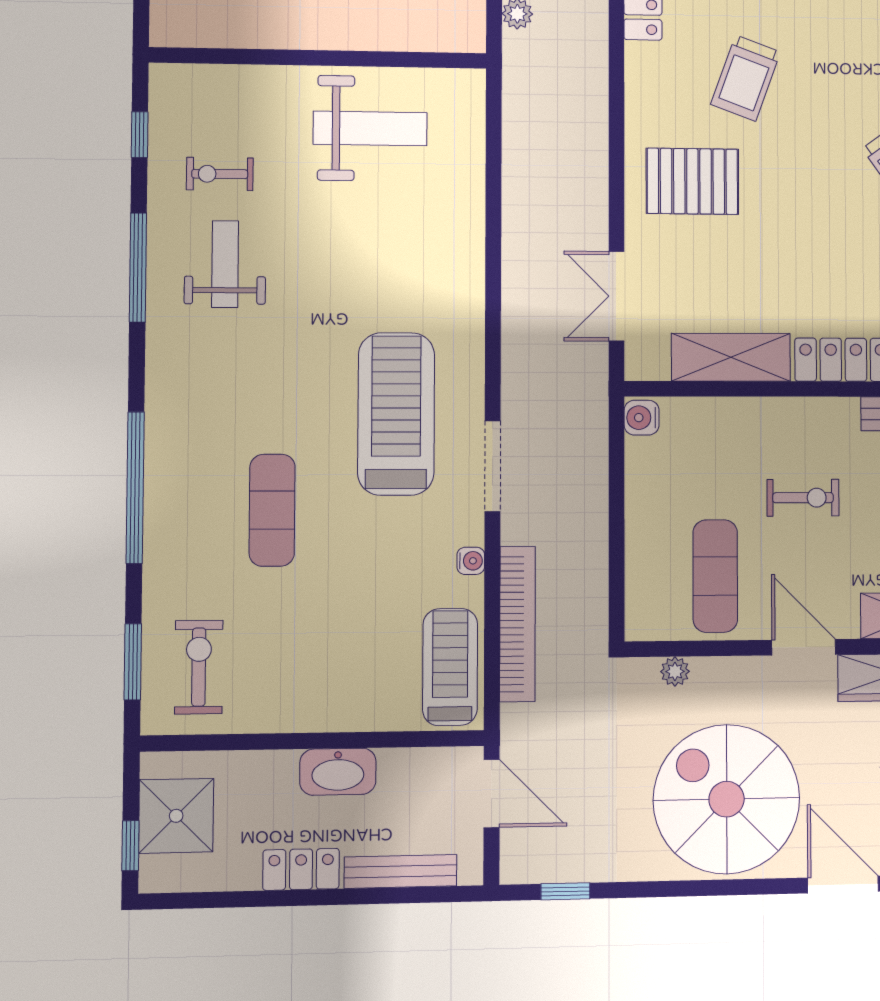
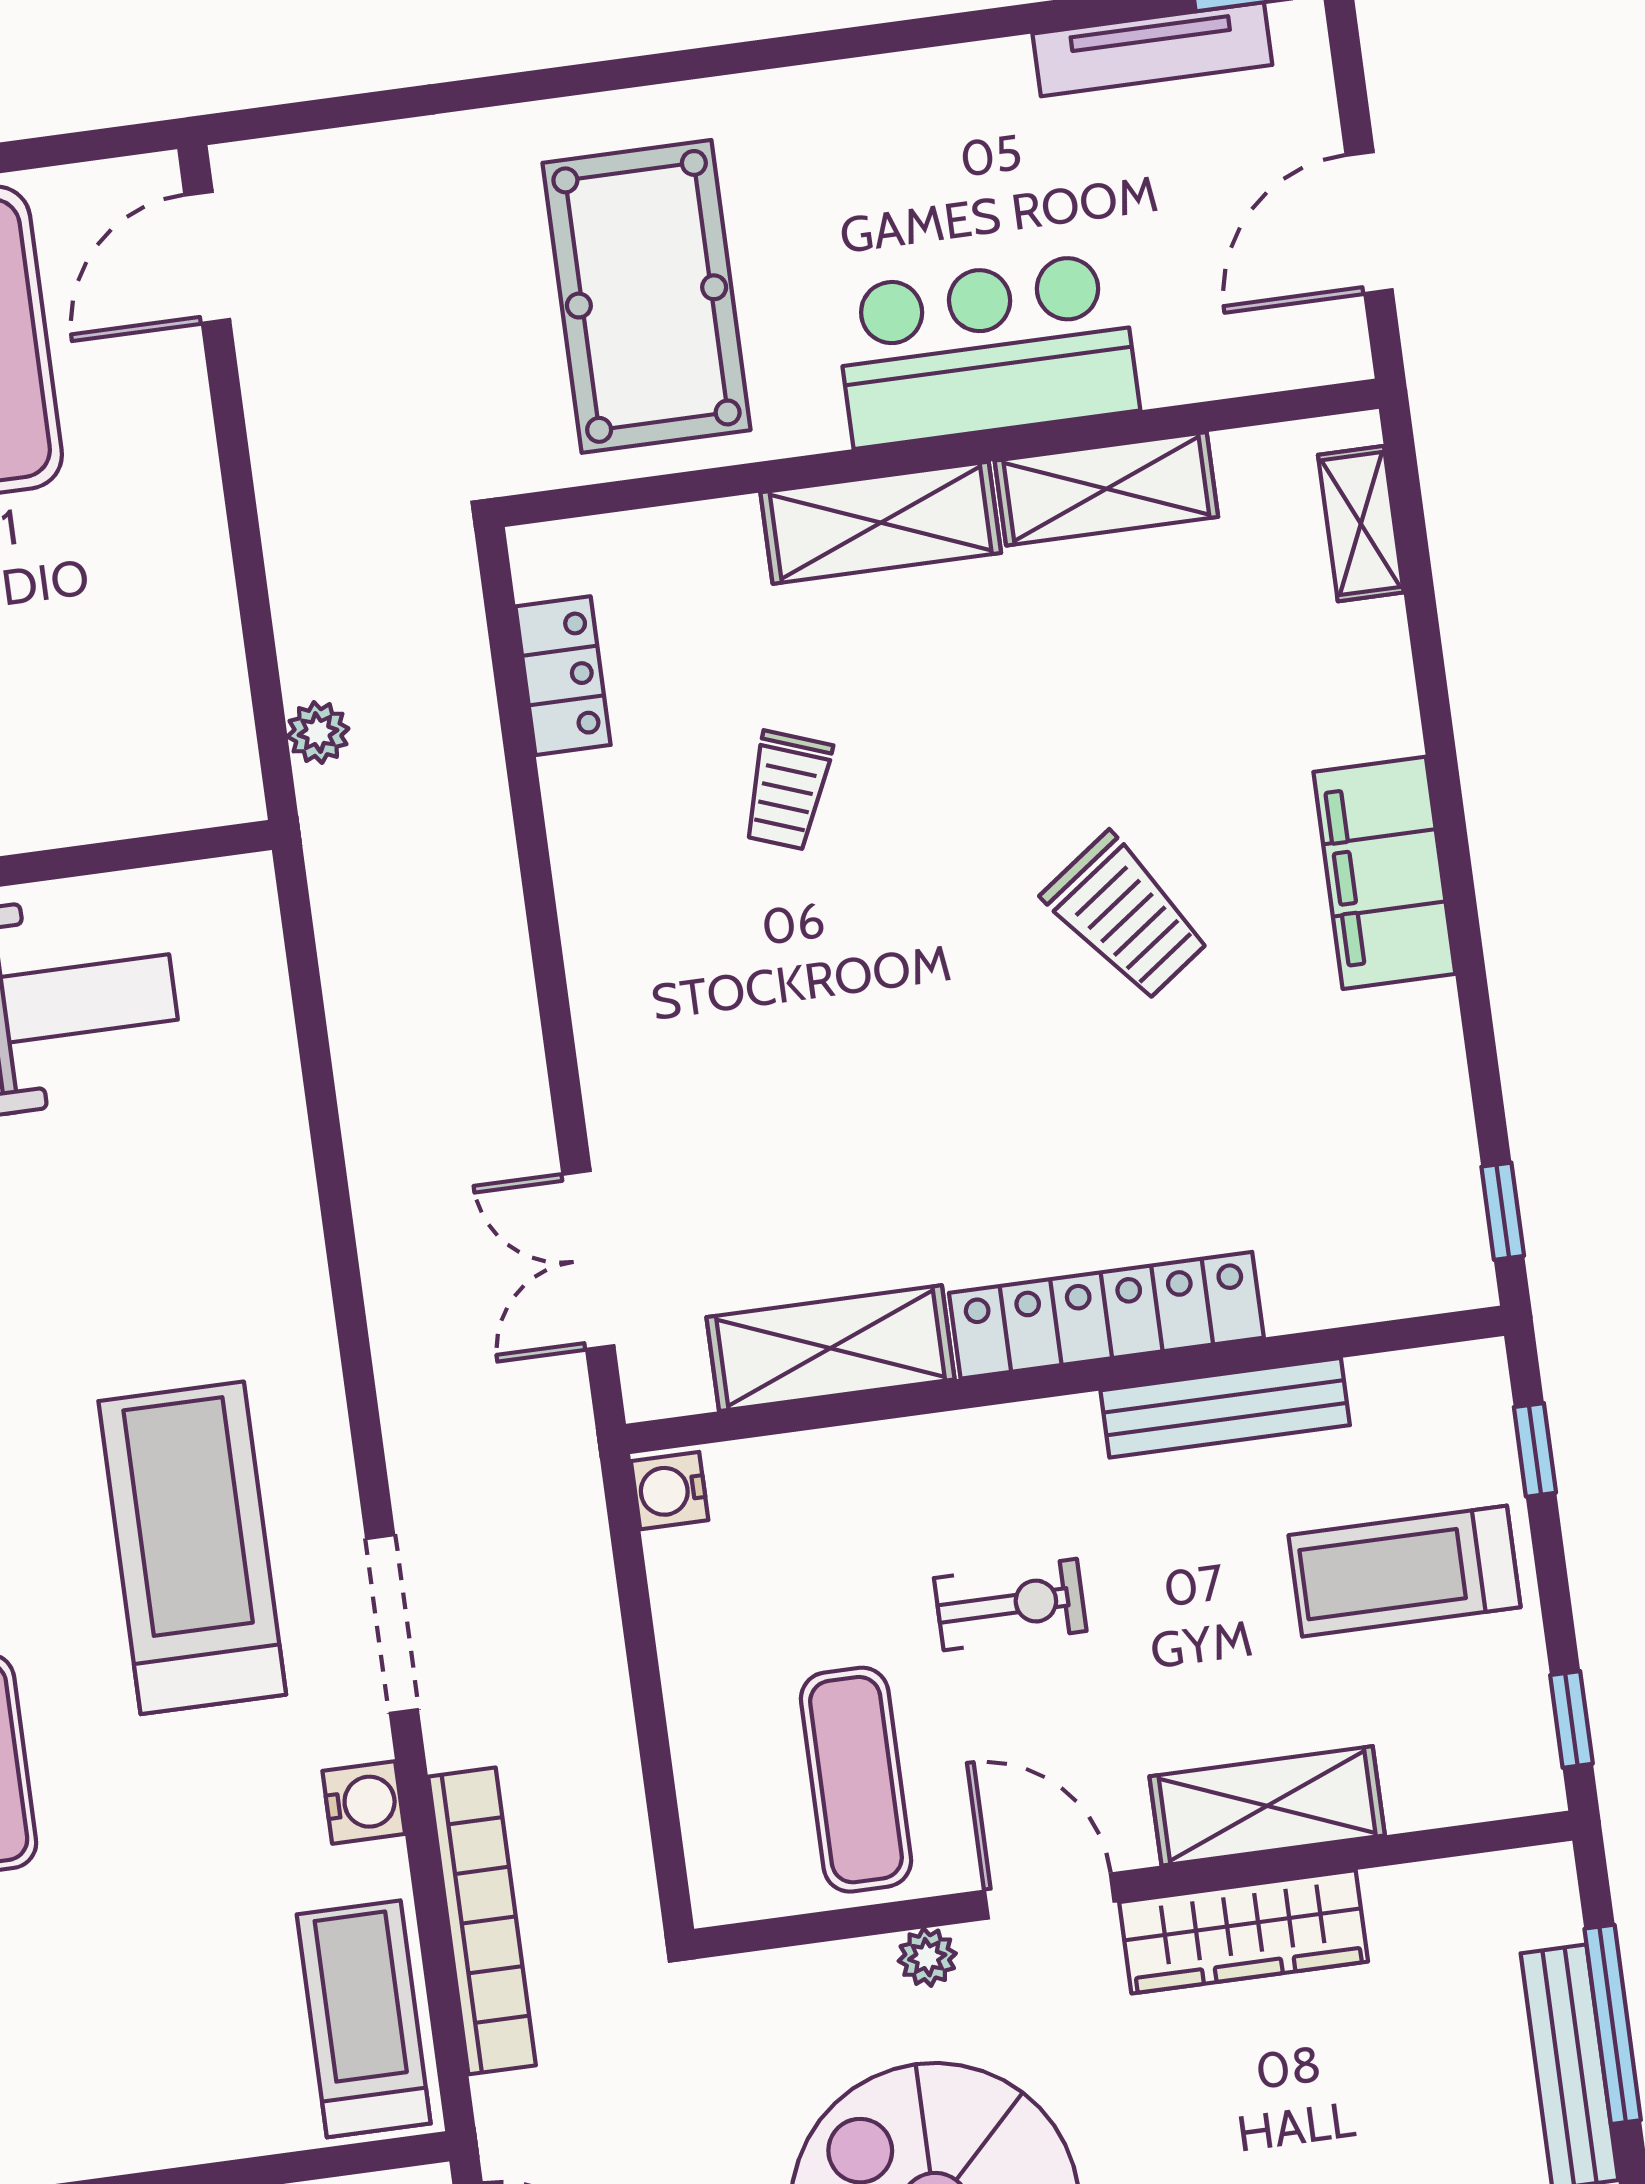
trolley: (746, 78) -> (787, 790), width x0.73, depth x0.72
pallet: (692, 181) -> (708, 1012), removed
water cooler: (471, 561) -> (364, 1802), width x1.38, depth x1.38
plant: (675, 671) -> (927, 1957), moved

